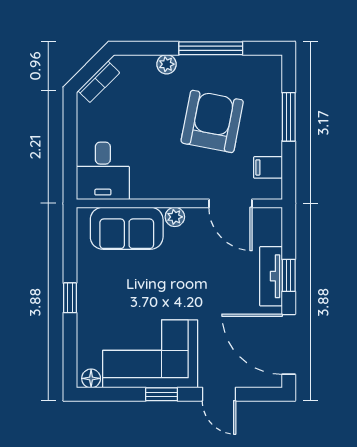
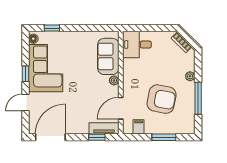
window: (289, 275) -> (97, 137), moved
tv unit: (271, 276) -> (104, 128), moved
window: (70, 298) -> (52, 28), moved

